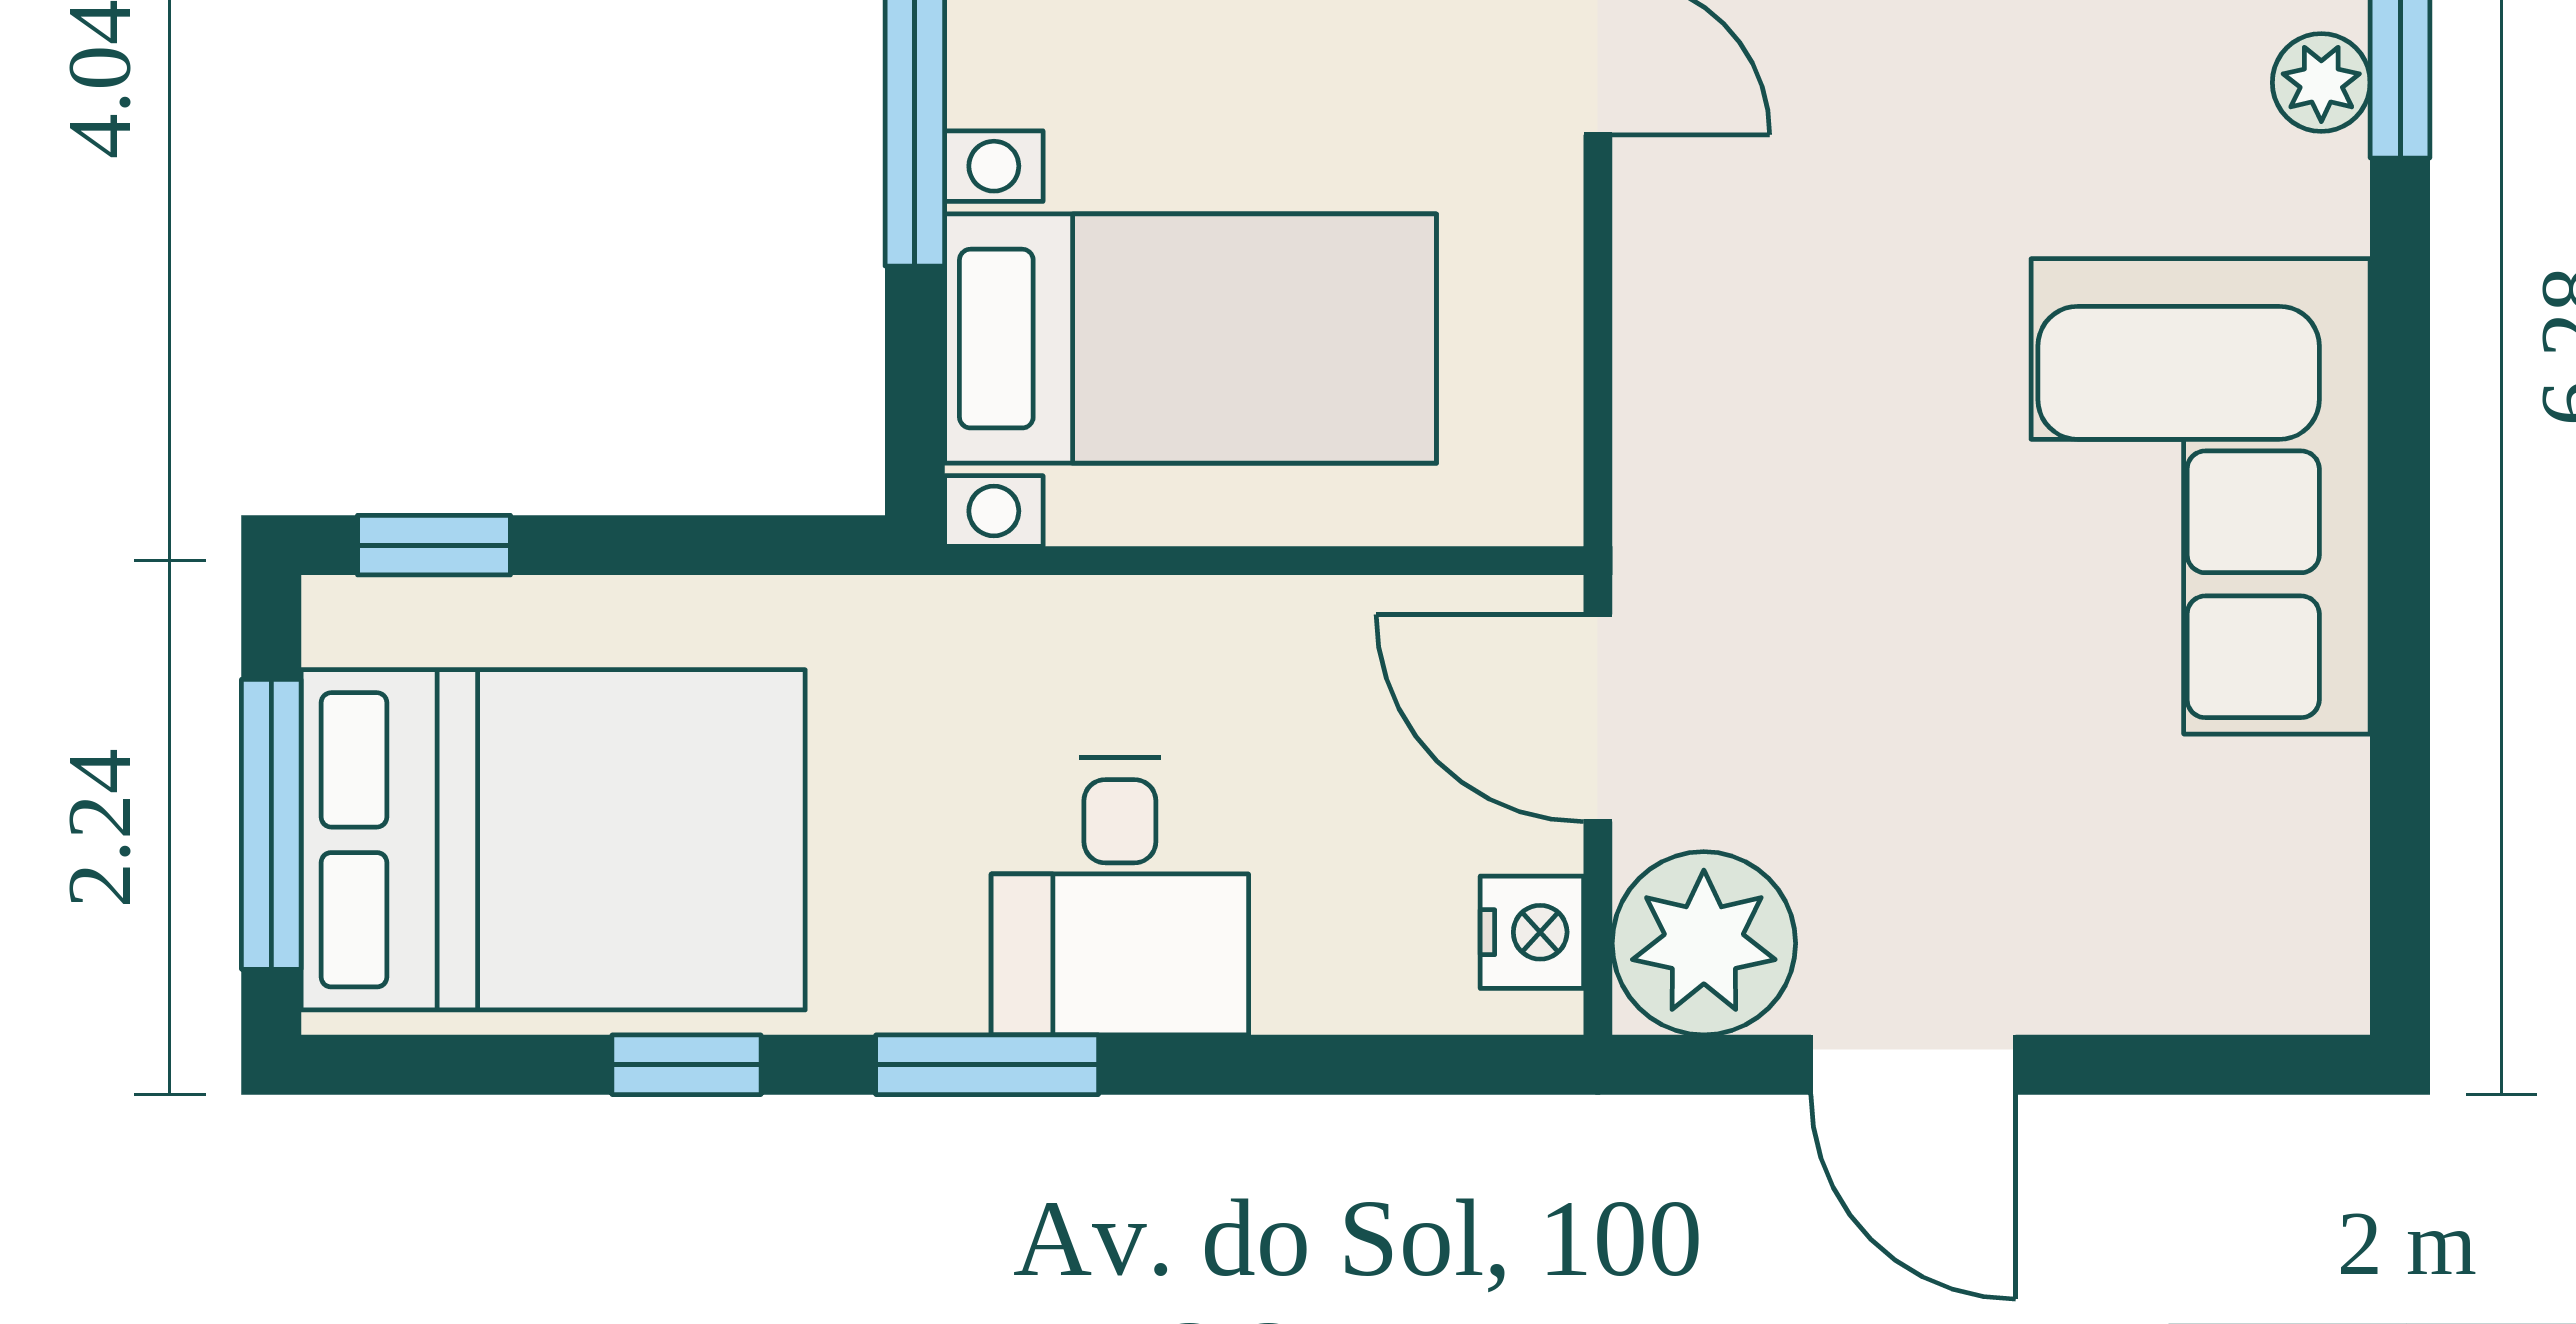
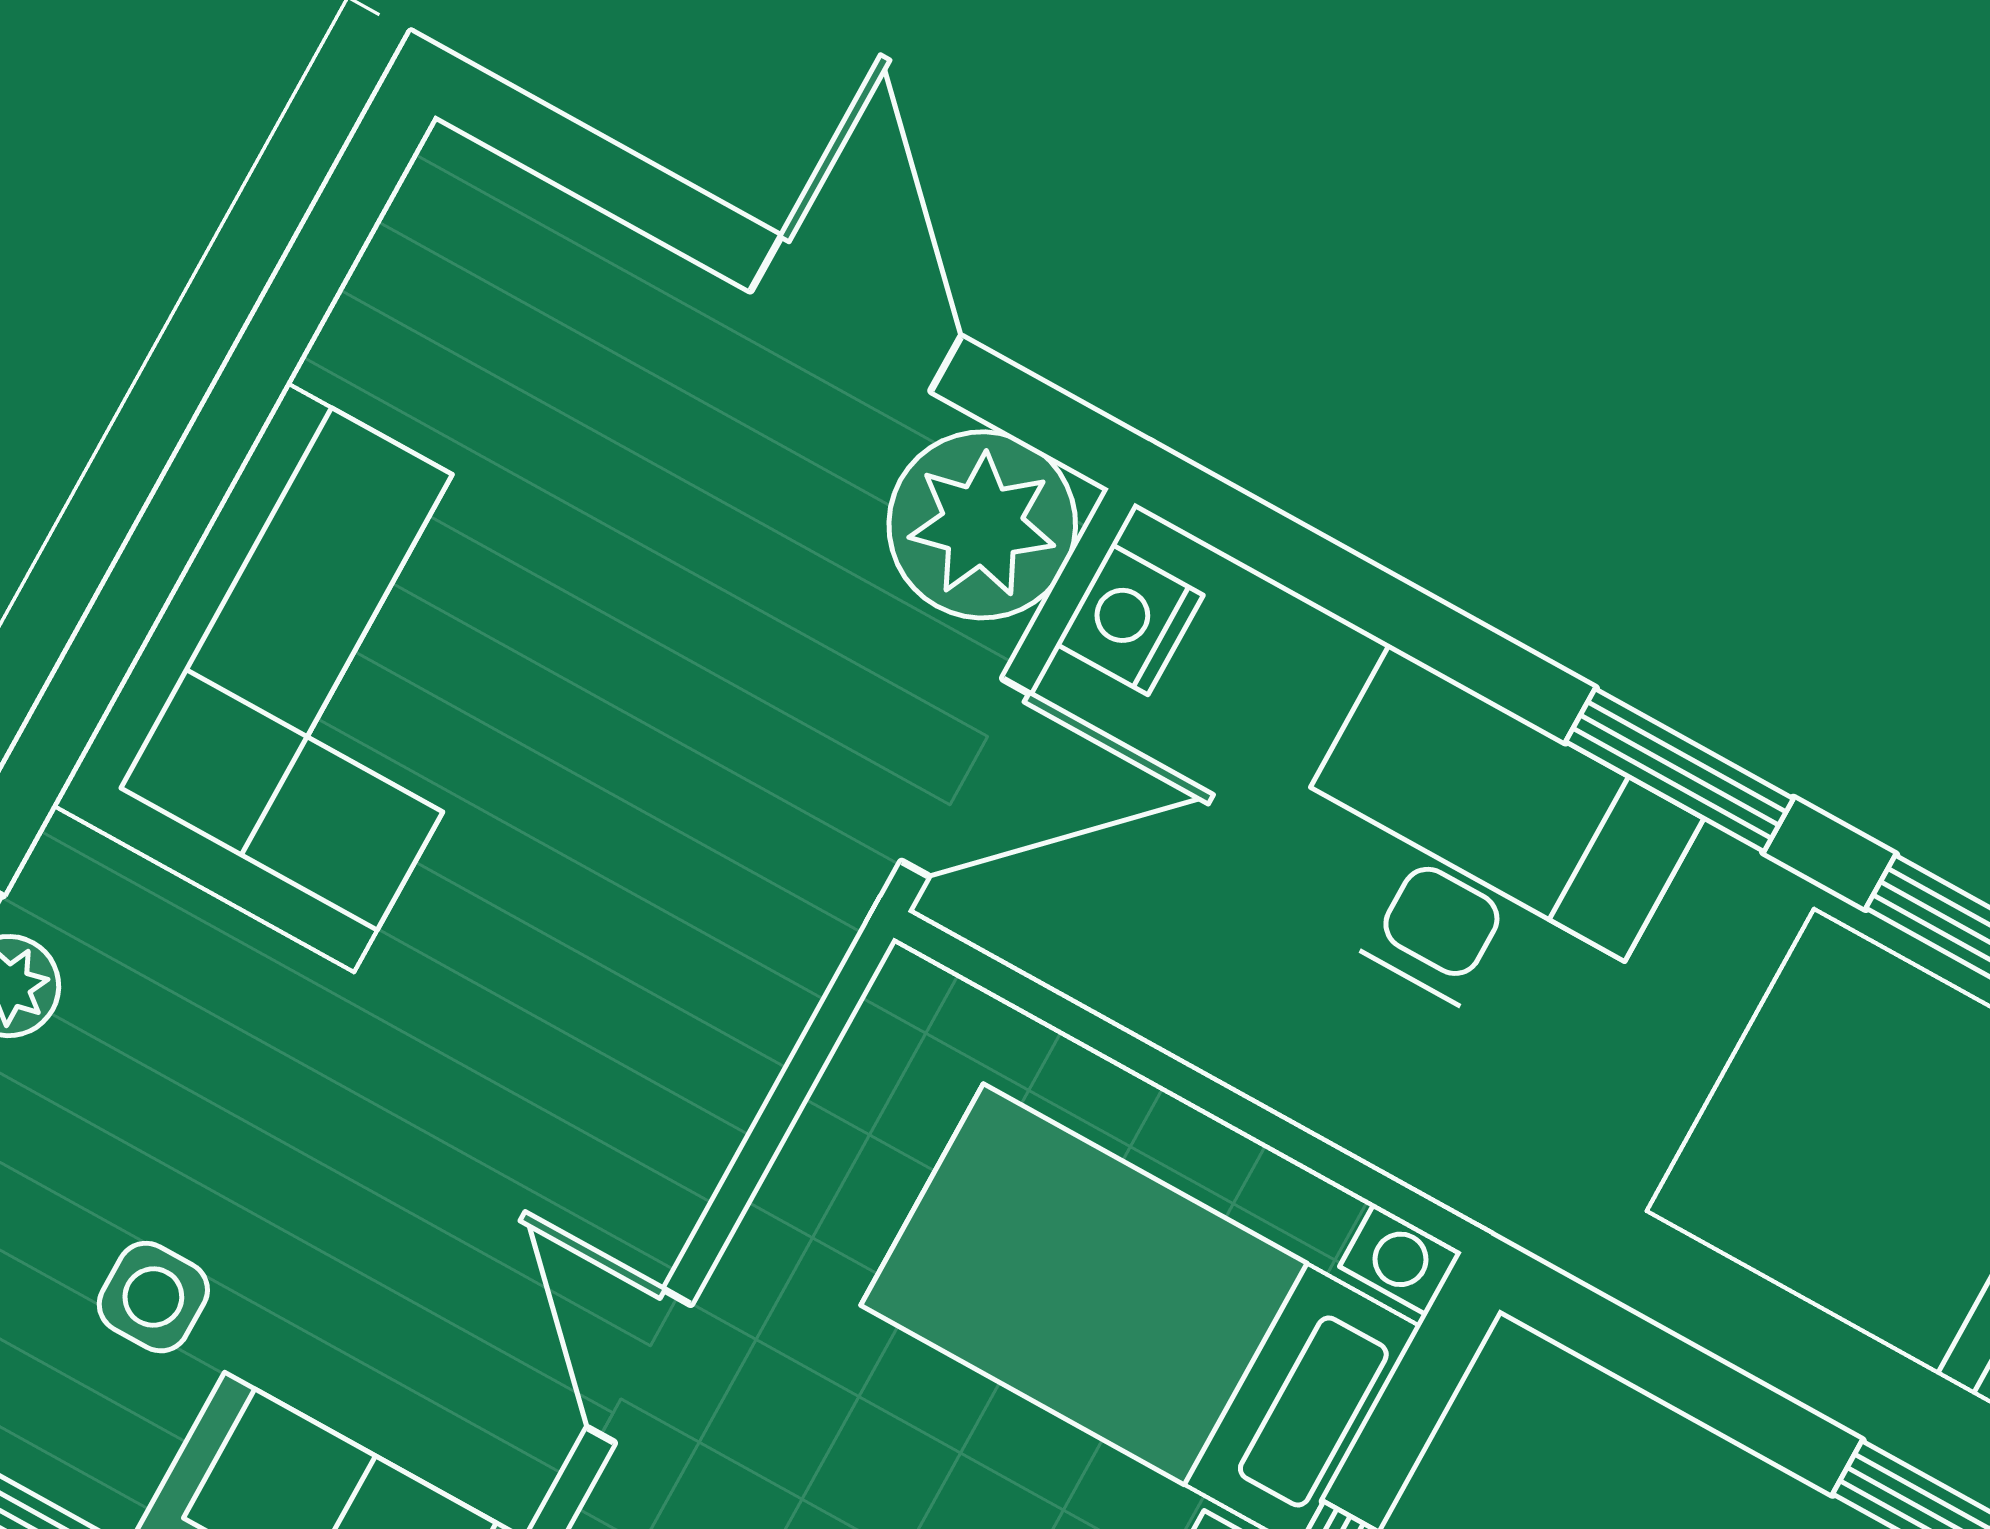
door: (1598, 718) -> (965, 777), hinge flipped
desk: (1120, 896) -> (1478, 855), width x1.37

